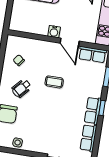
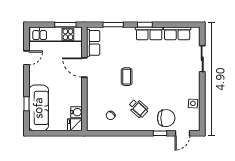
fridge: (15, 24) -> (75, 125), added
water cooler: (54, 32) -> (76, 112), moved
door: (70, 42) -> (84, 67), swing flipped

